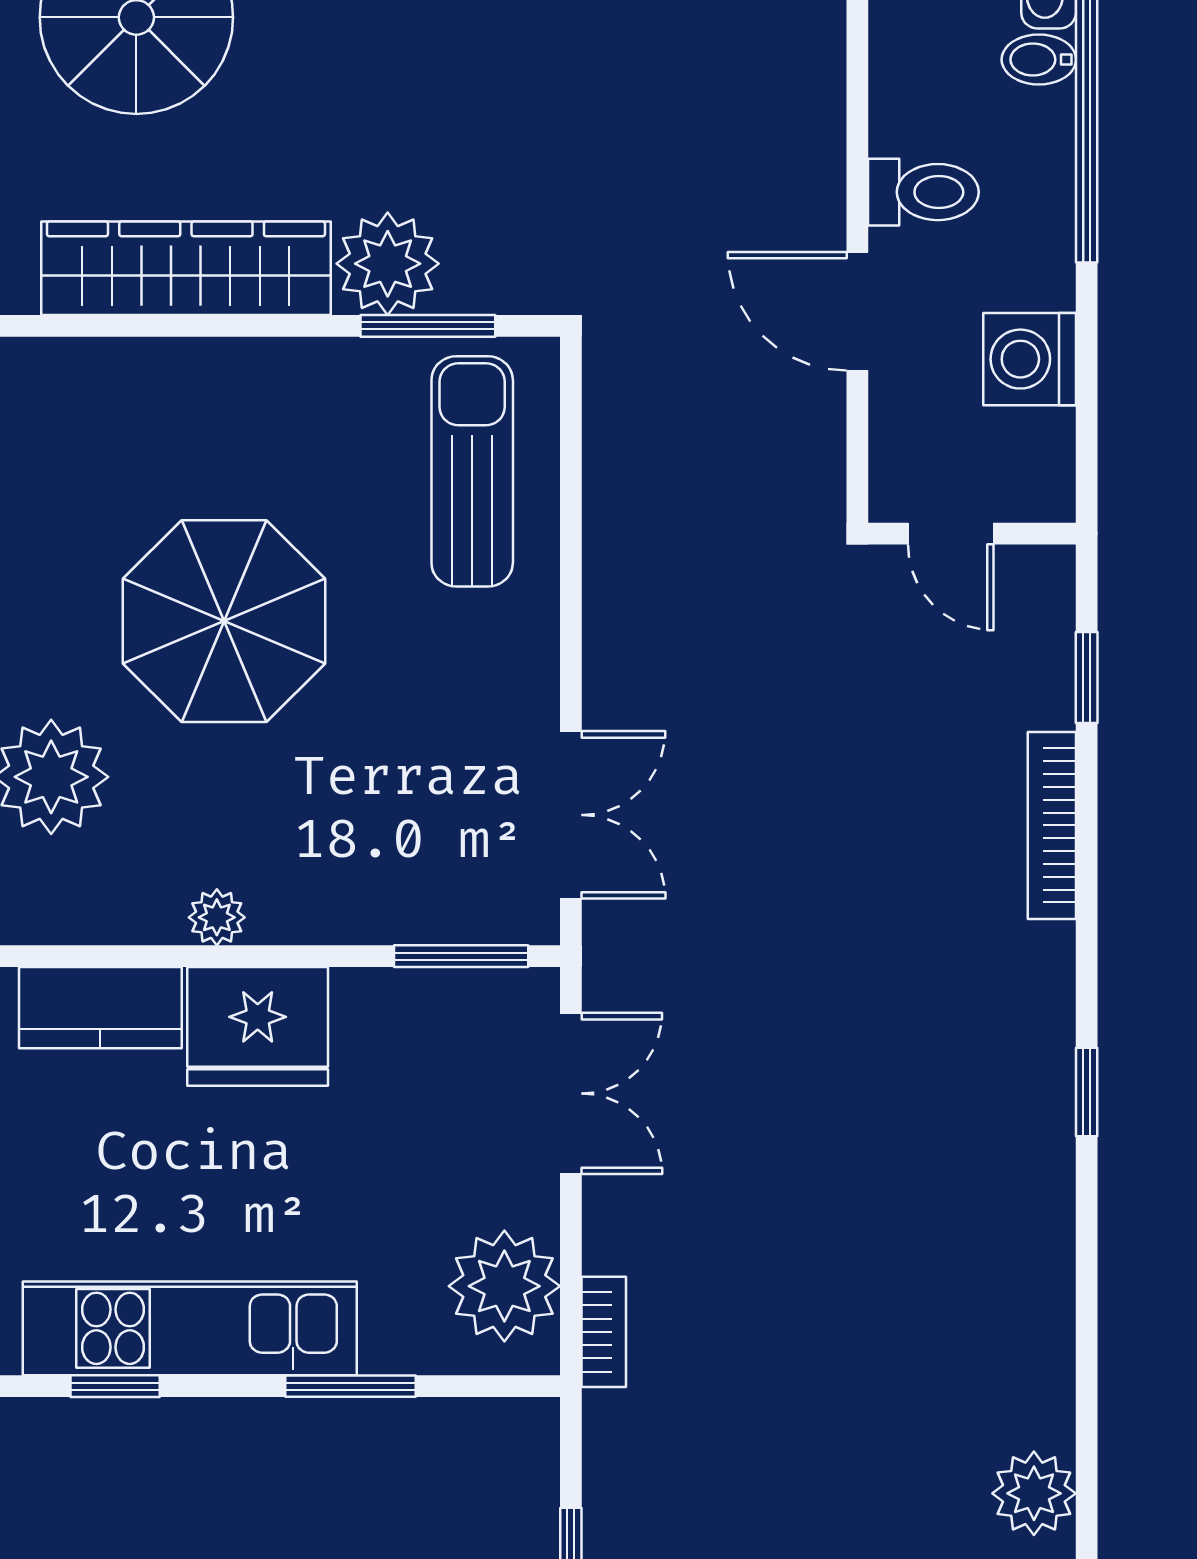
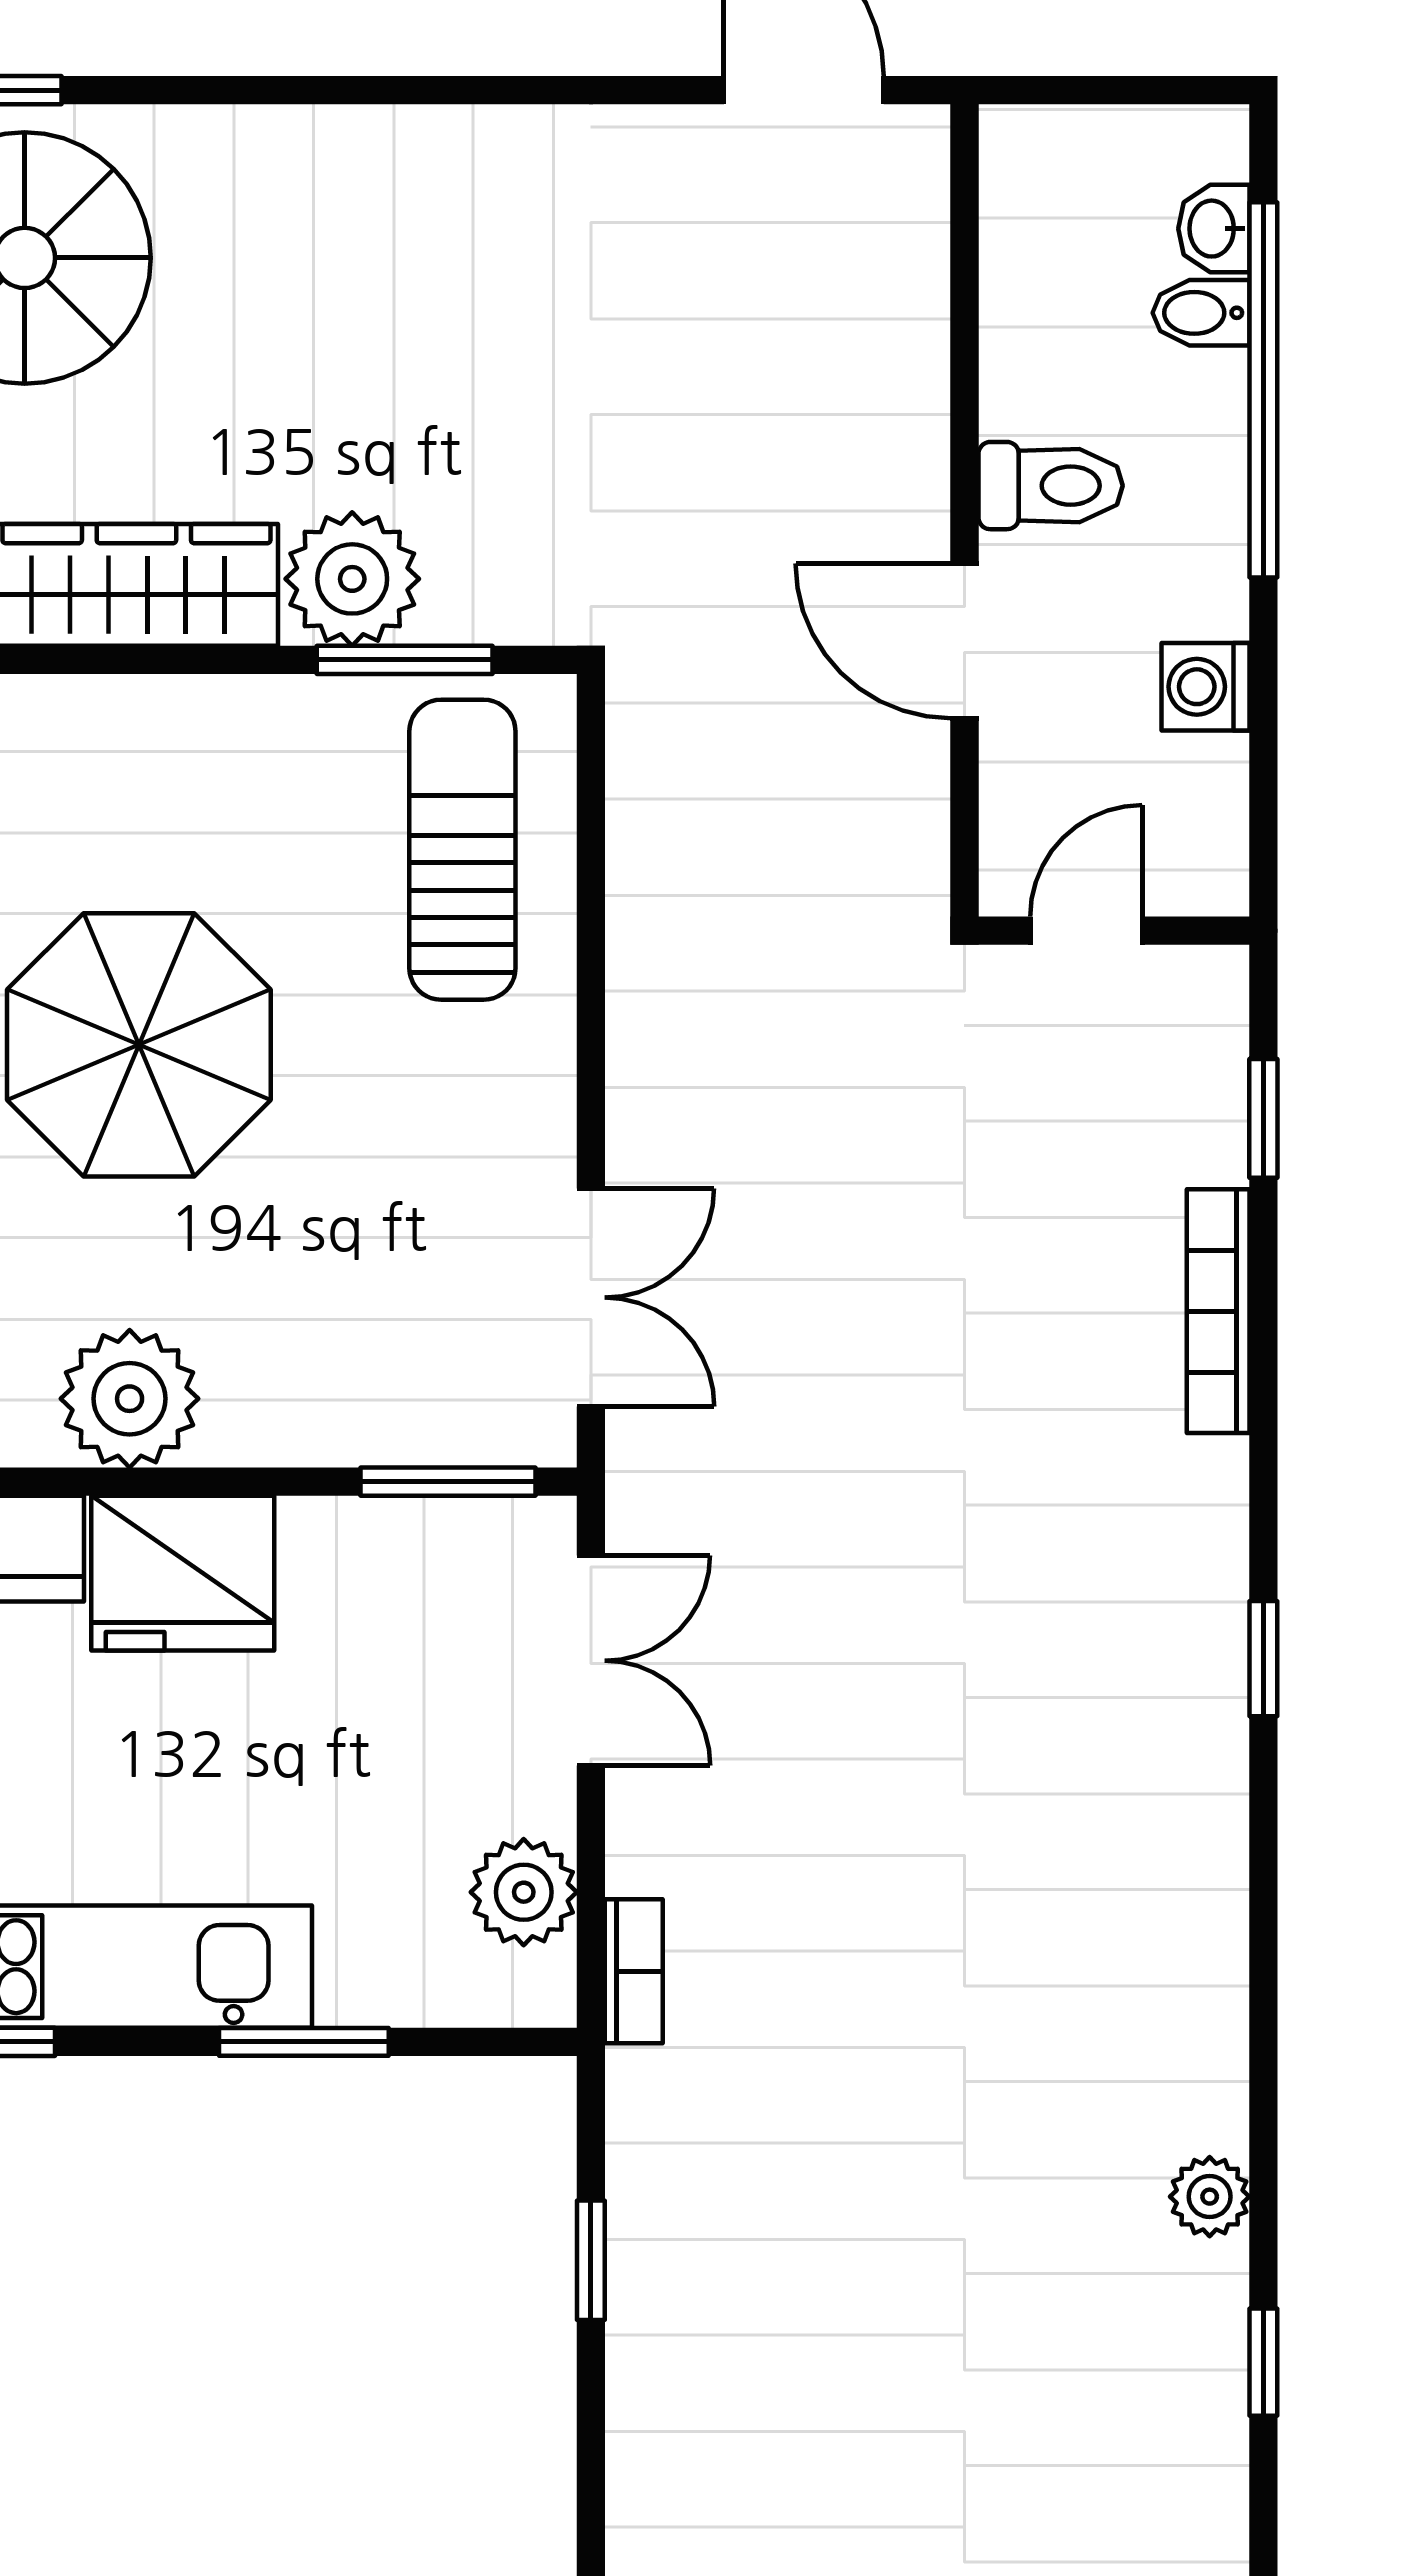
washing machine: (1030, 359) -> (1206, 687), width x0.73, depth x0.73
door: (951, 534) -> (1086, 931), swing flipped
plant: (217, 917) -> (130, 1399), width x1.88, depth x1.88
plant: (504, 1286) -> (524, 1892), width x0.73, depth x0.73
plant: (1034, 1493) -> (1210, 2197), width x0.73, depth x0.73

